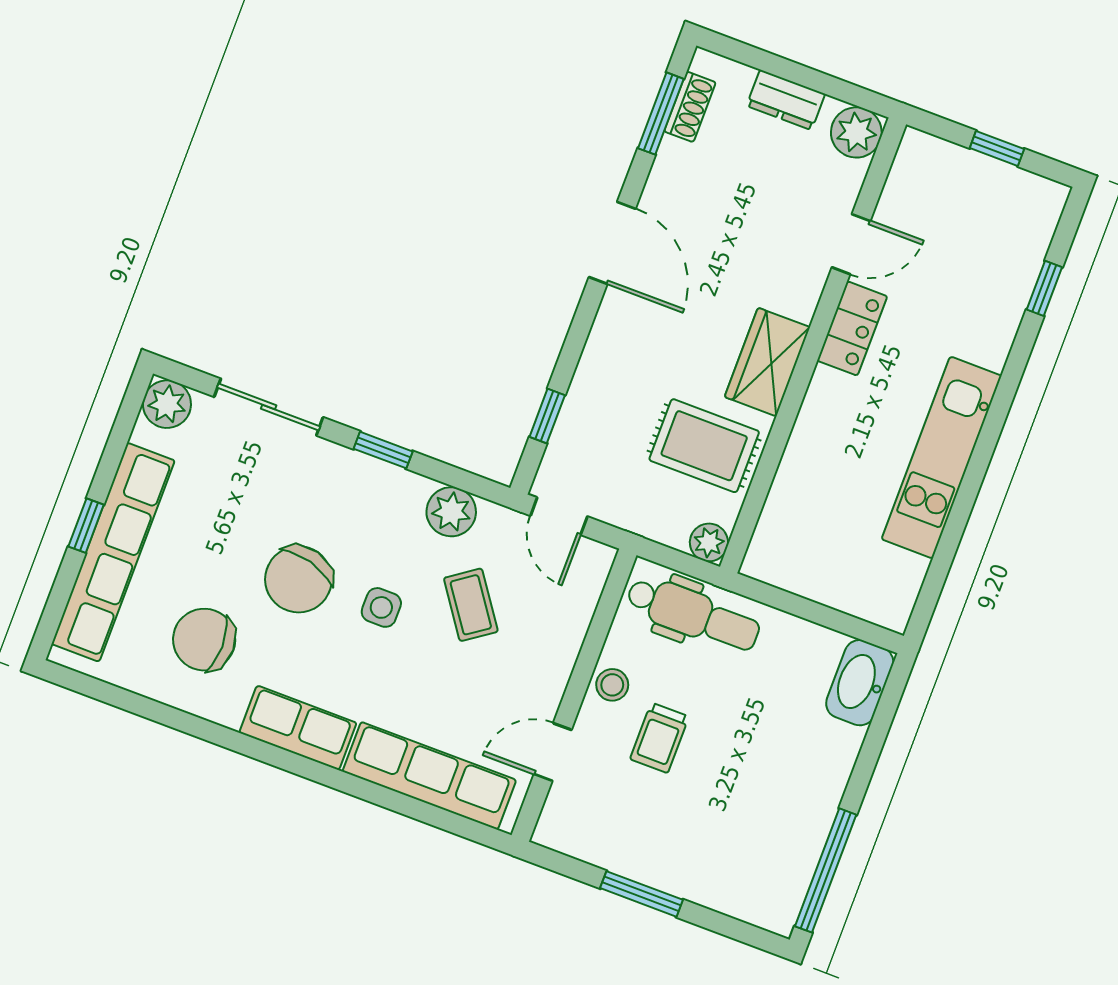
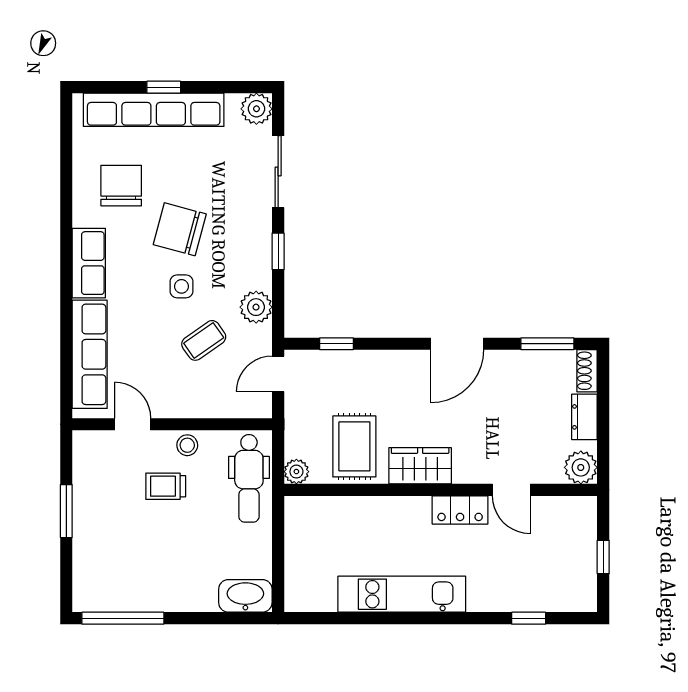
shoe rack: (690, 107) -> (587, 371), moved, turned 90

